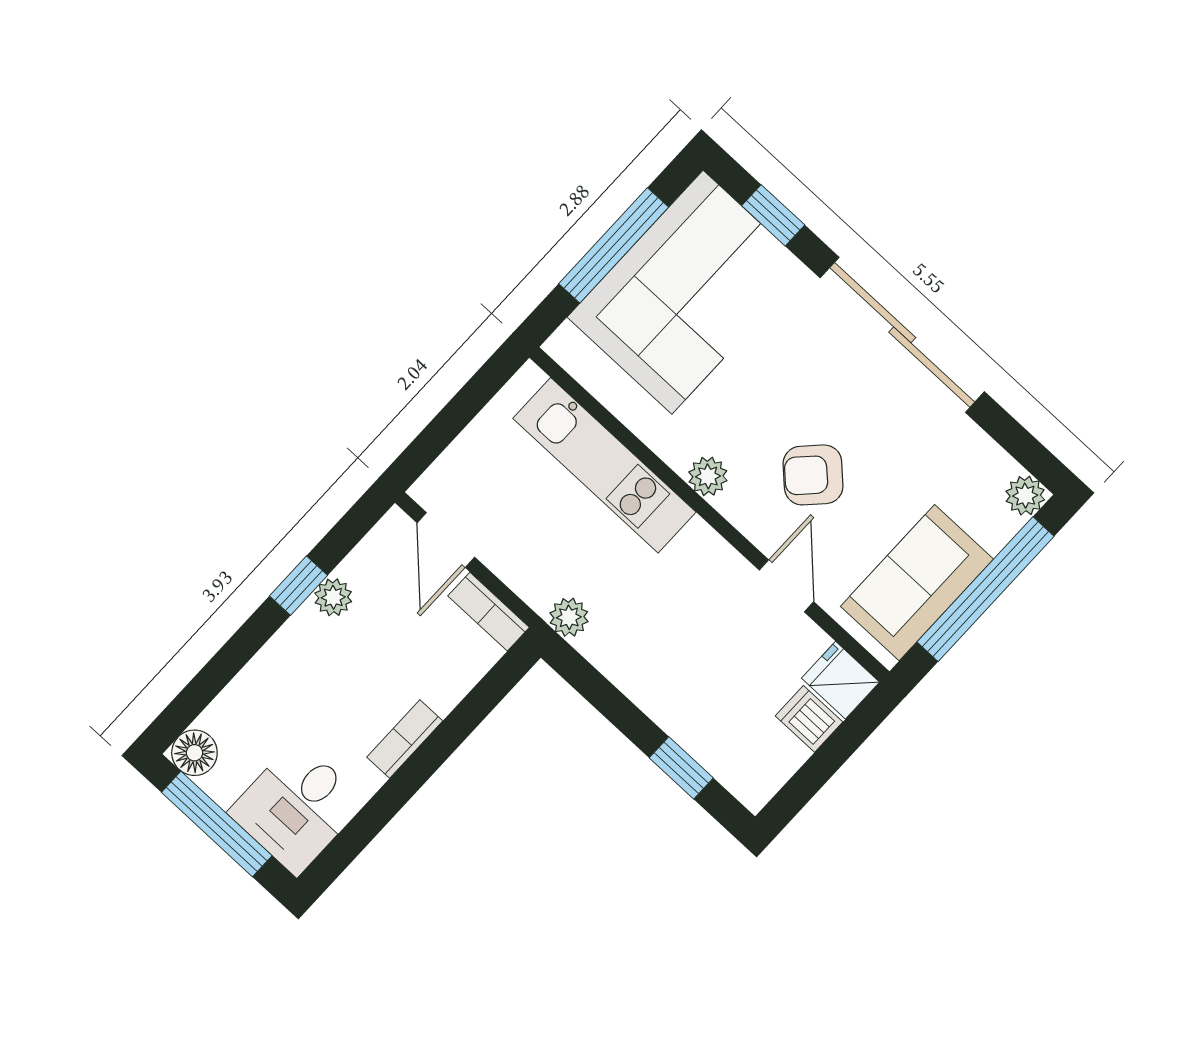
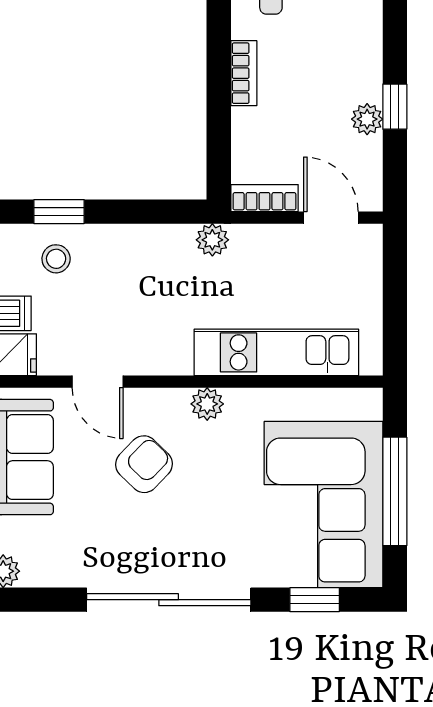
stool: (723, 729) -> (56, 259), added

